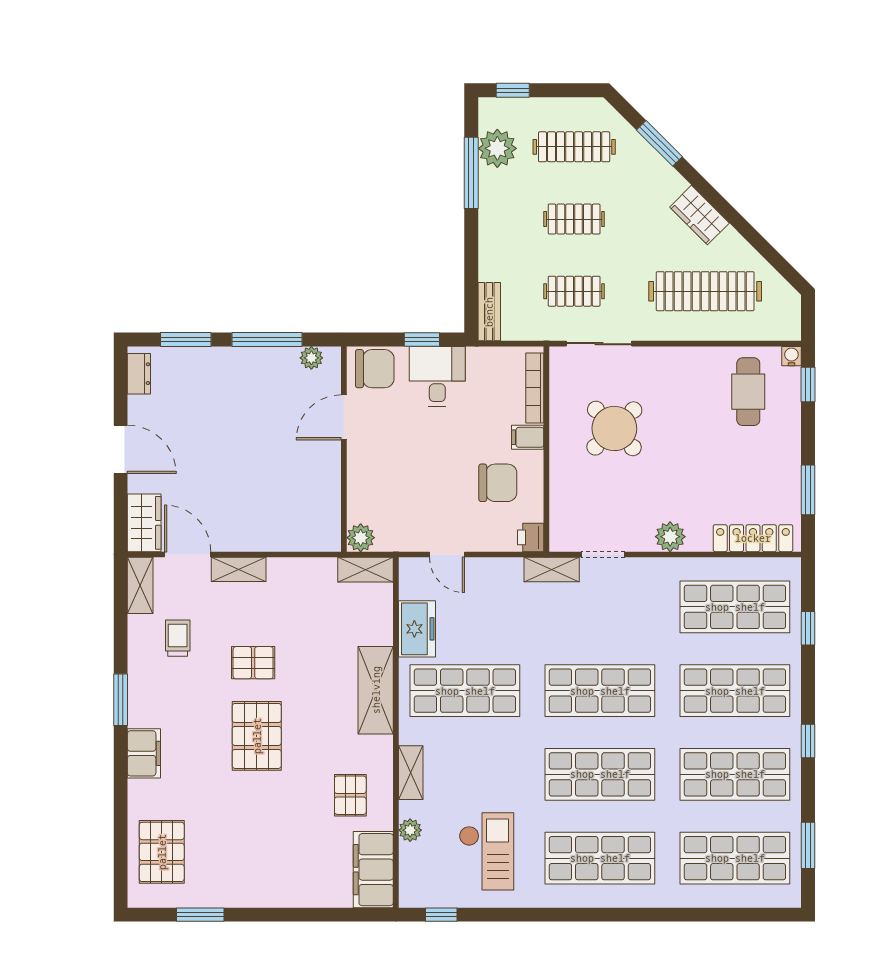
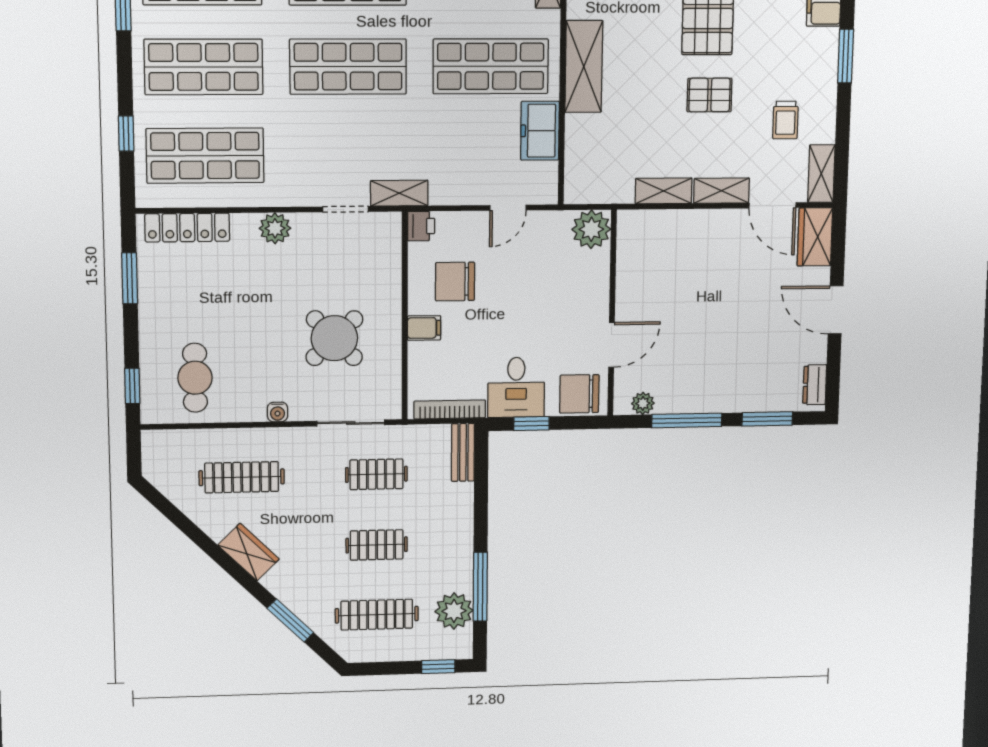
clothes rail: (705, 291) -> (242, 477), width x0.73, depth x0.76
water cooler: (791, 356) -> (277, 412), moved
bookcase: (535, 388) -> (450, 409), moved, turned -90
plant: (361, 538) -> (591, 229), width x1.36, depth x1.36
door: (447, 555) -> (508, 208), swing flipped
shelving: (365, 570) -> (664, 191), moved

